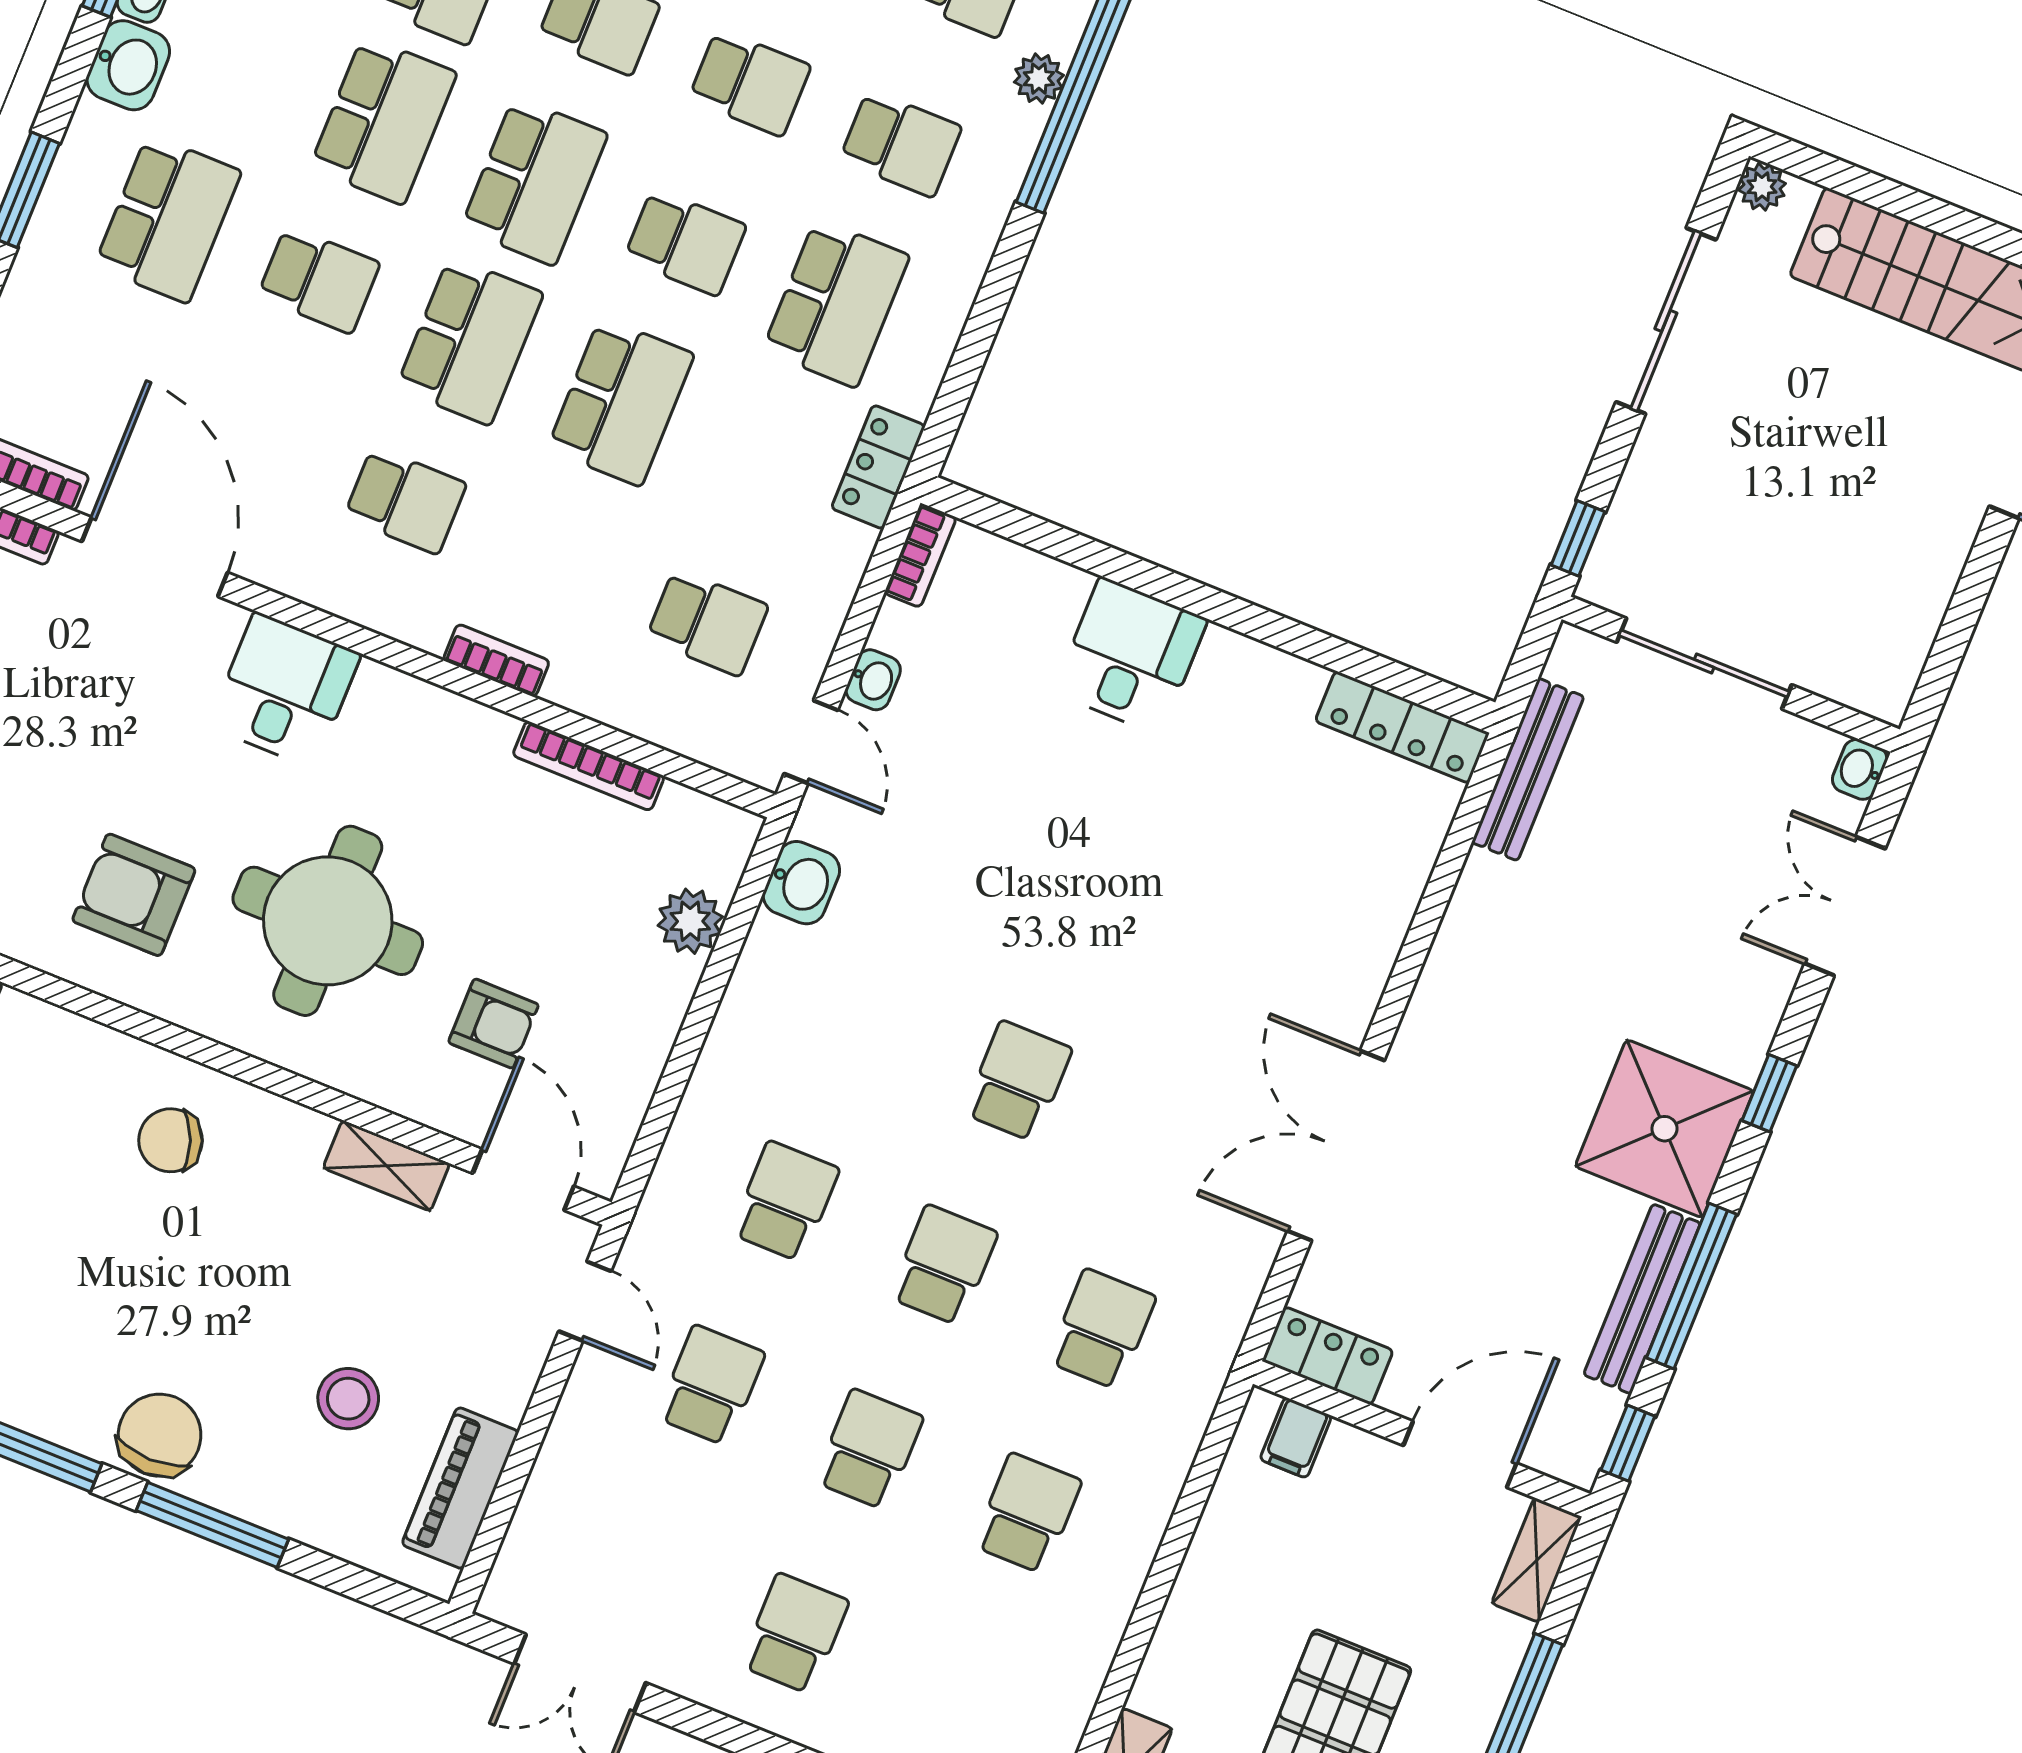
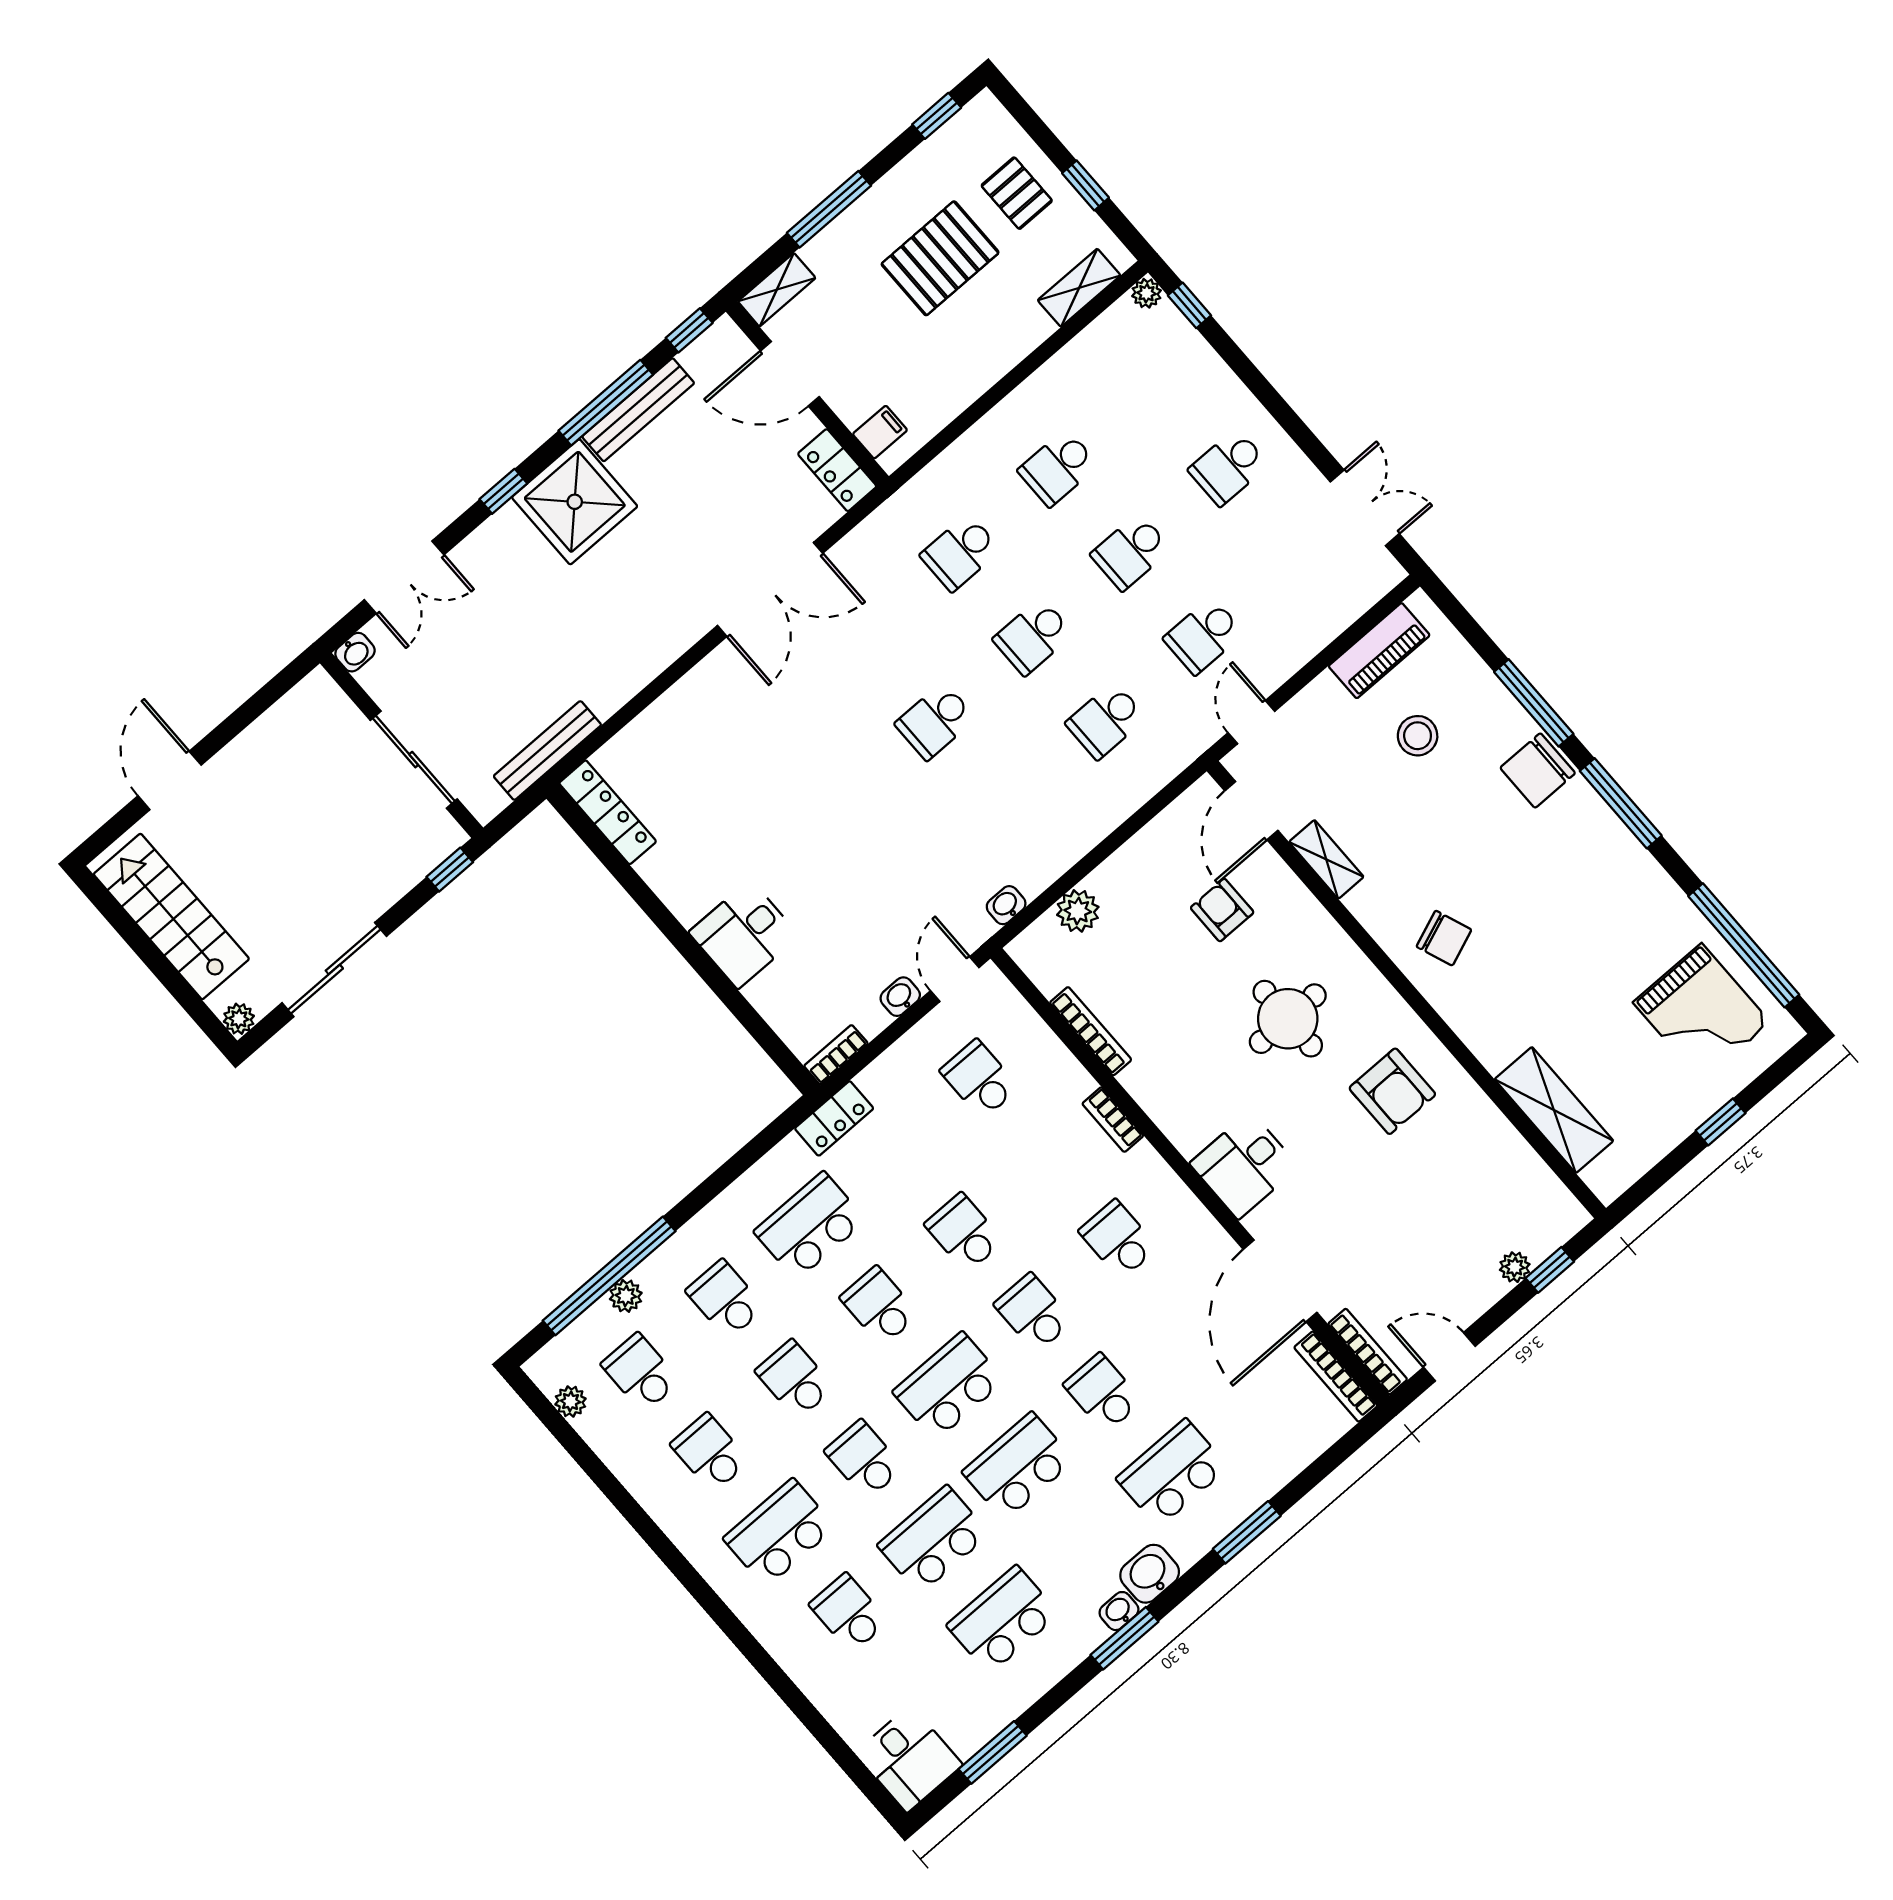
school desk: (470, 341) -> (1033, 1313), width x0.54
school desk: (621, 402) -> (964, 1233), width x0.54
washbasin: (801, 883) -> (1006, 905), width x0.72, depth x0.69
round table: (328, 921) -> (1288, 1019), width x0.73, depth x0.73

